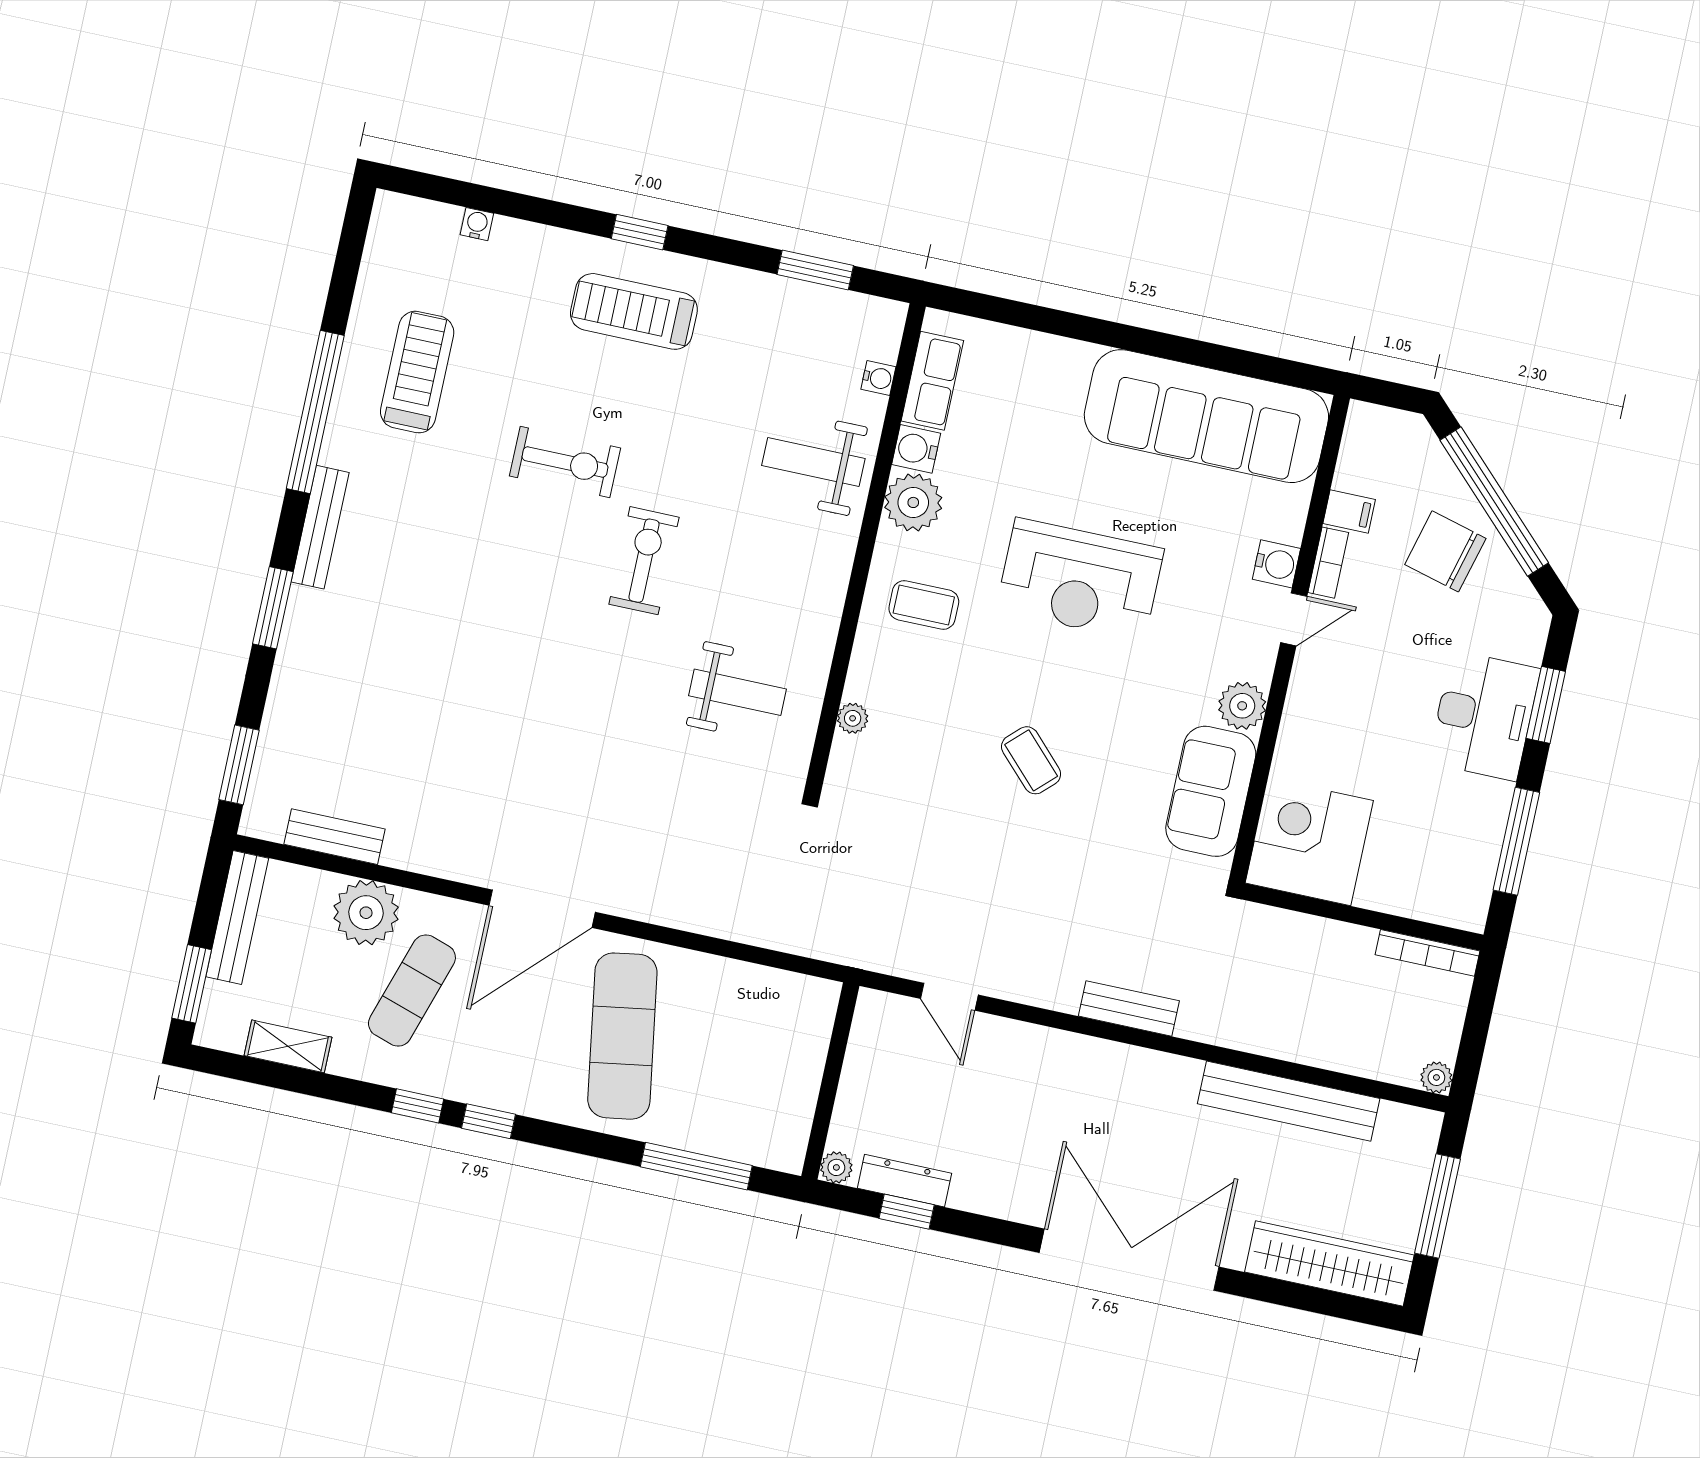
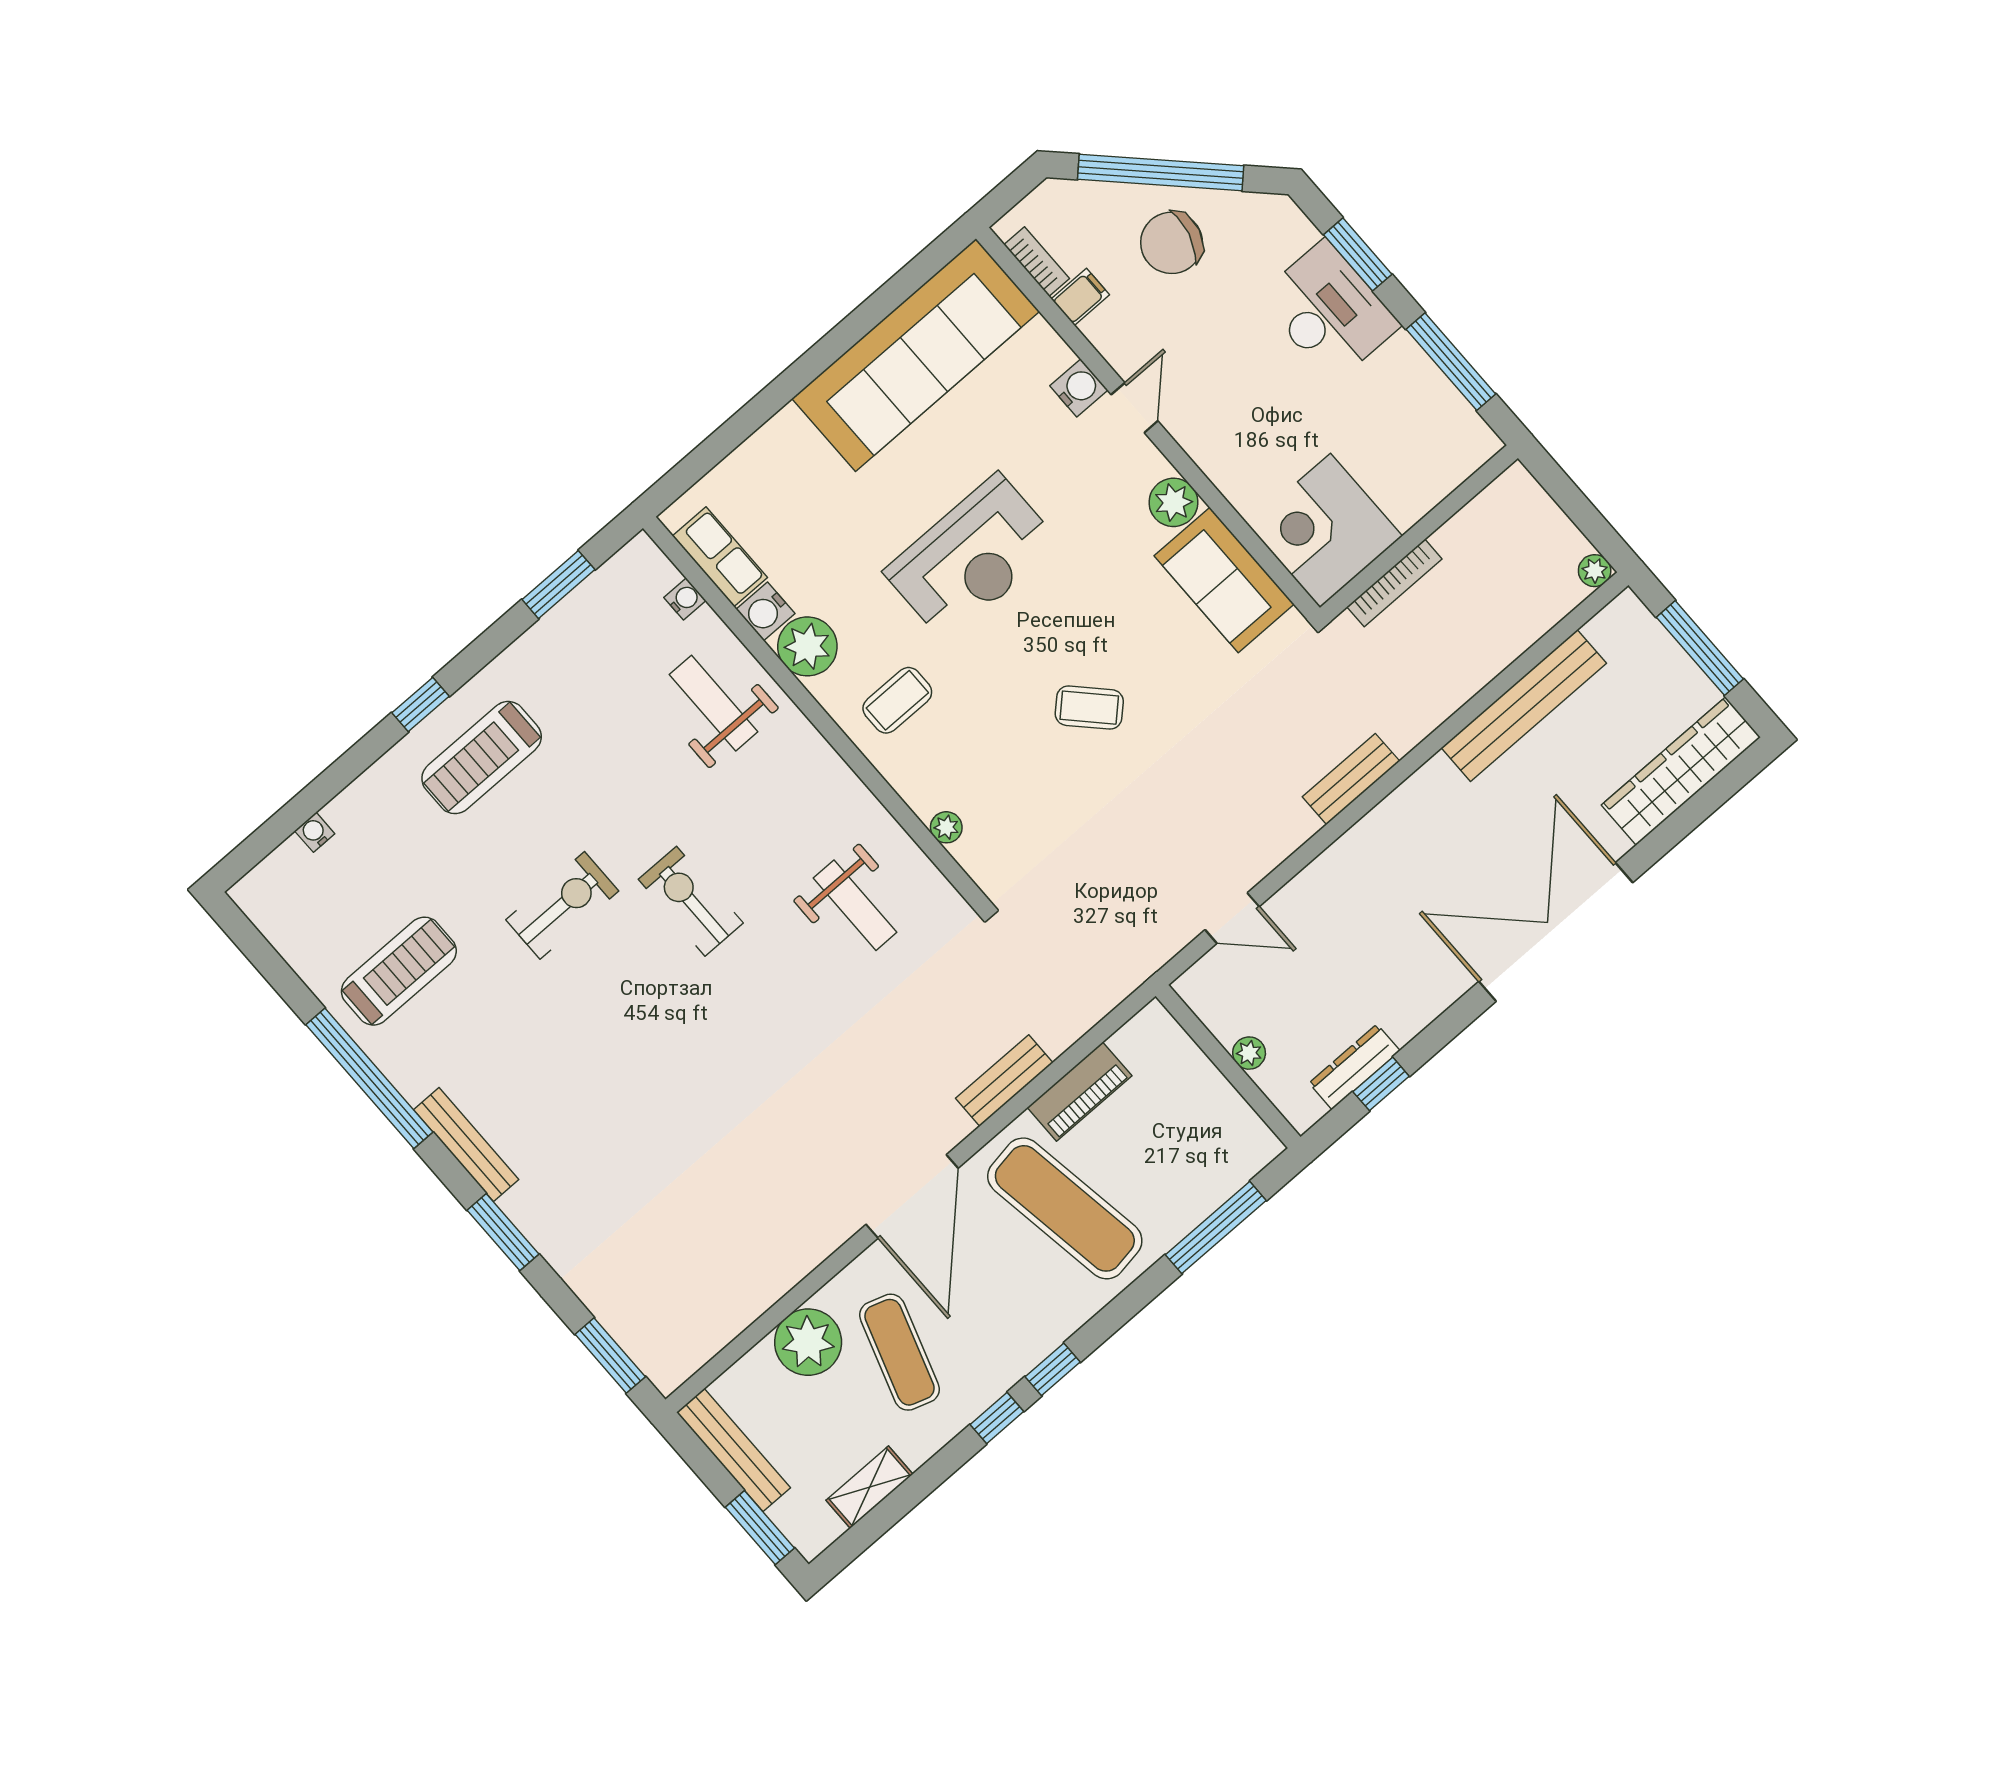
treadmill: (417, 372) -> (399, 971), turned 90
weight bench: (813, 462) -> (714, 703), turned 90
bookcase: (1328, 563) -> (1037, 261), moved
weight bench: (738, 692) -> (855, 905), turned 90
bench: (334, 837) -> (1004, 1081), moved
bookcase: (1428, 953) -> (1394, 583), moved
piano: (723, 979) -> (1080, 1092), added
plant: (836, 1167) -> (1249, 1053), moved

